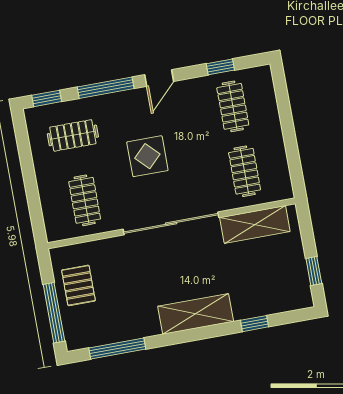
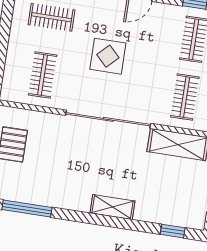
shelving: (196, 314) -> (112, 207), width x0.67, depth x0.75
window: (254, 324) -> (173, 231), moved

